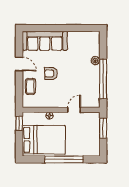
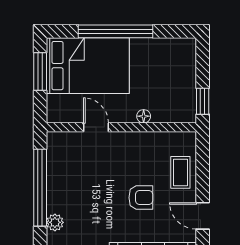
door: (74, 110) -> (96, 127), swing flipped
window: (103, 128) -> (40, 72), moved
bed: (44, 140) -> (88, 66), moved, turned 180

